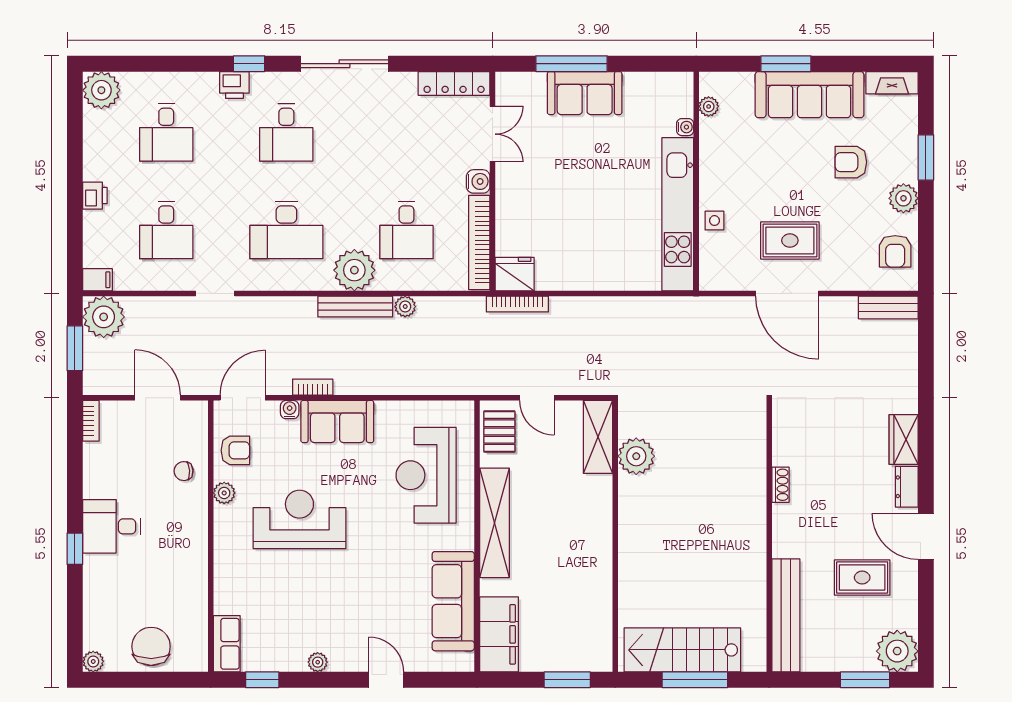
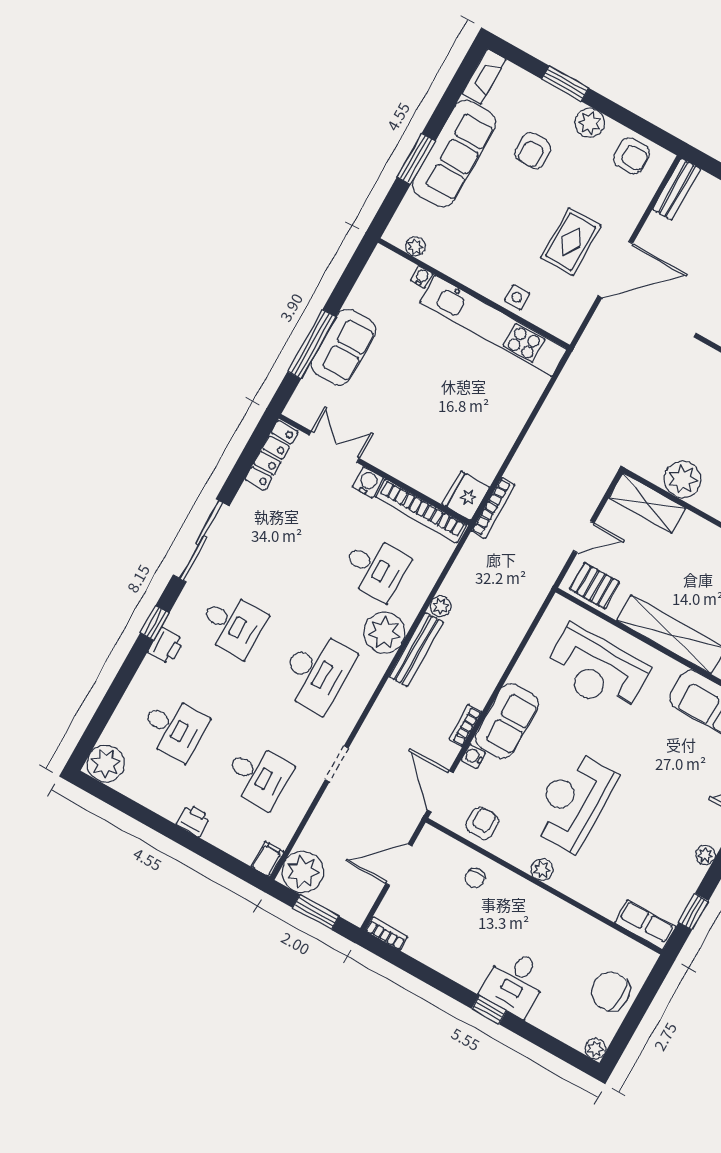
plant: (224, 493) -> (542, 870), moved
desk: (112, 526) -> (515, 983), moved

